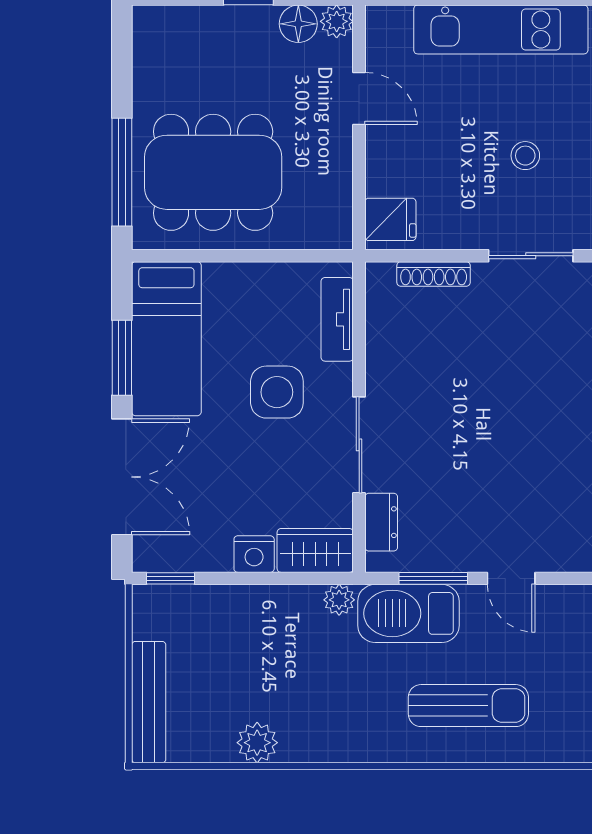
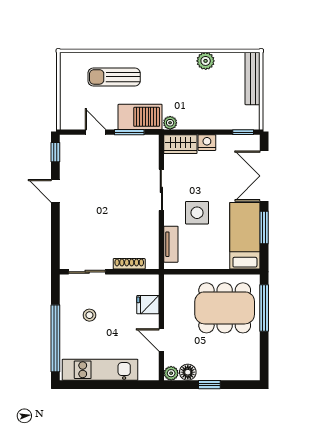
fridge: (390, 219) -> (148, 305), moved
dresser: (381, 522) -> (152, 156), removed

